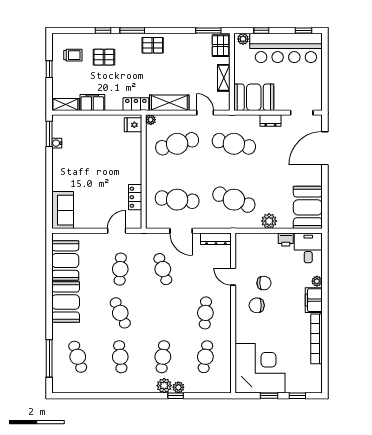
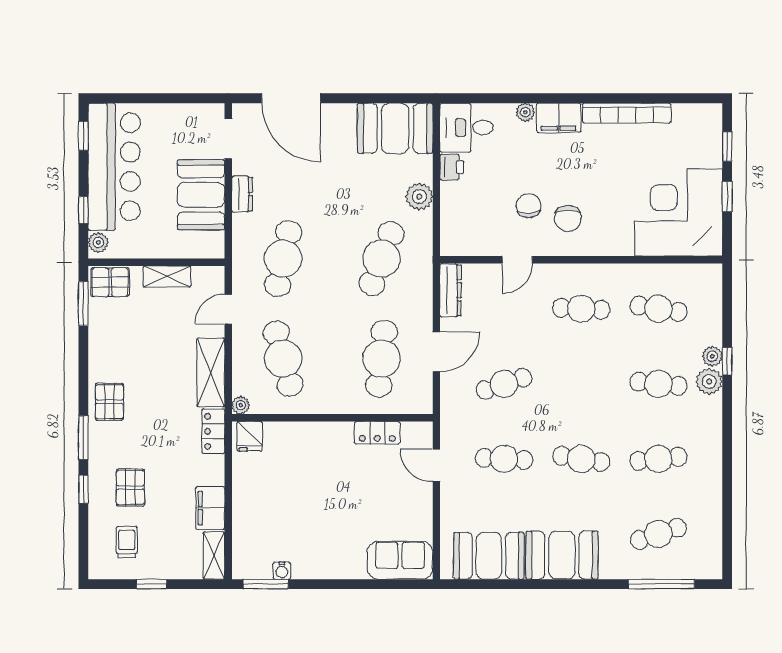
booth: (254, 97) -> (201, 195), moved
cafe table: (120, 313) -> (581, 459), turned 33

